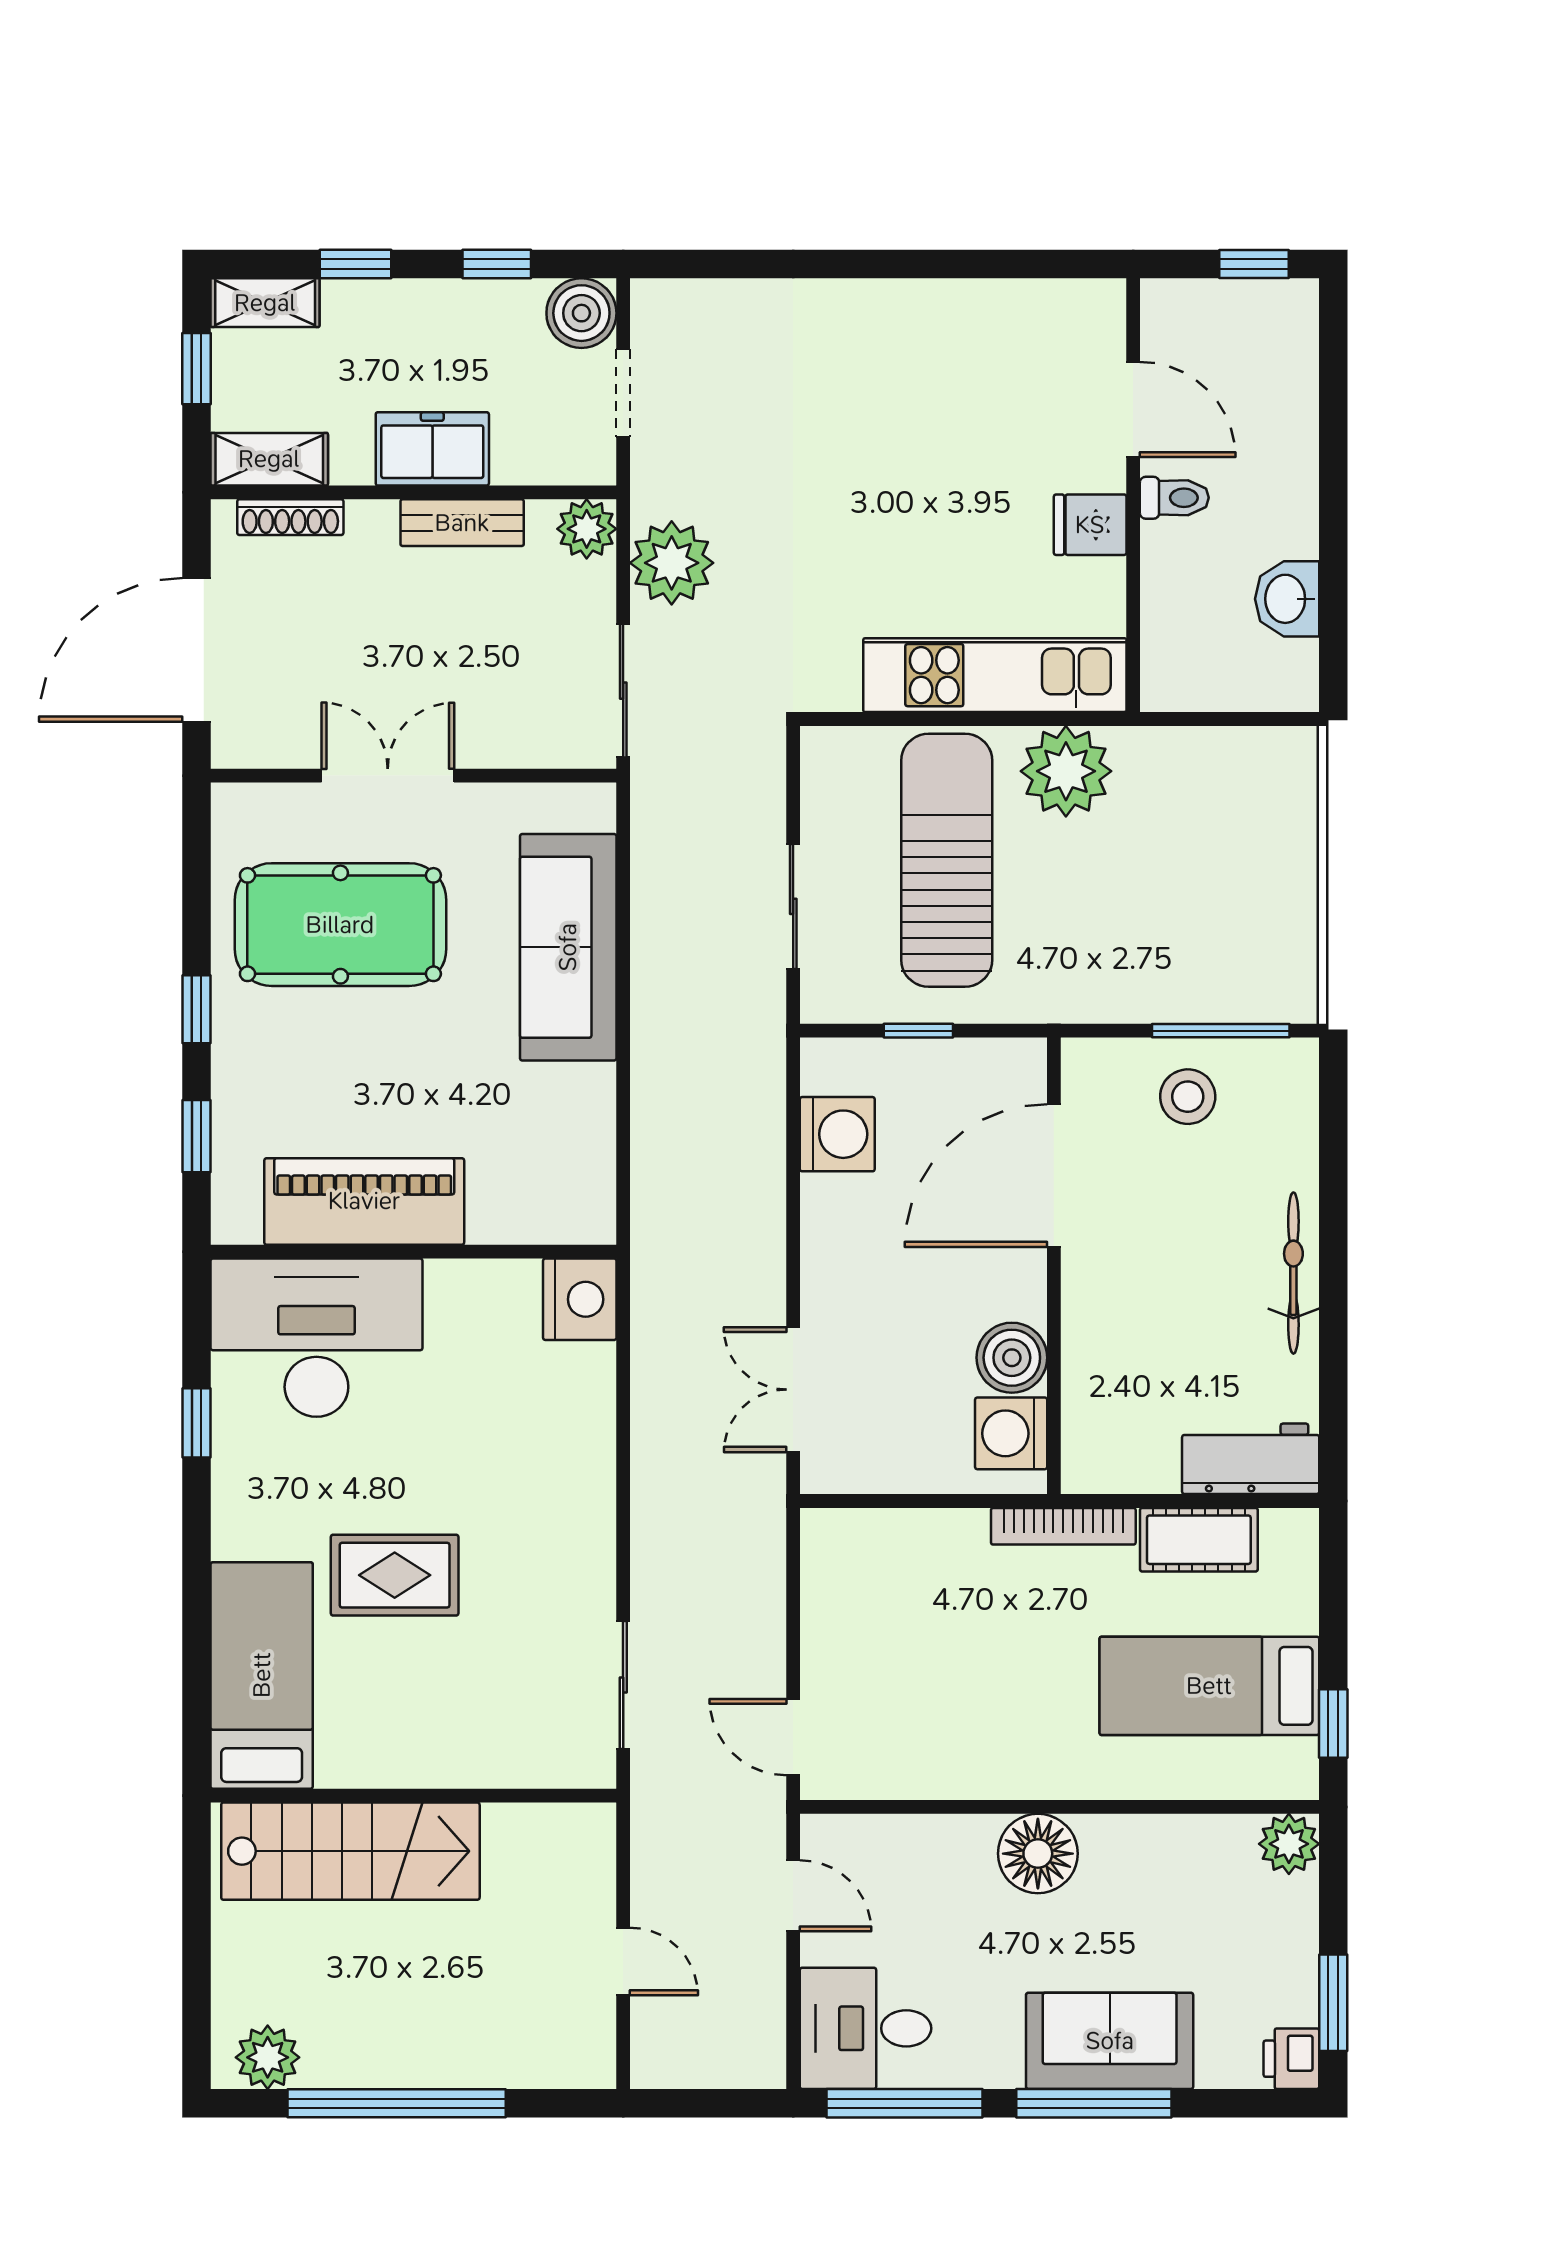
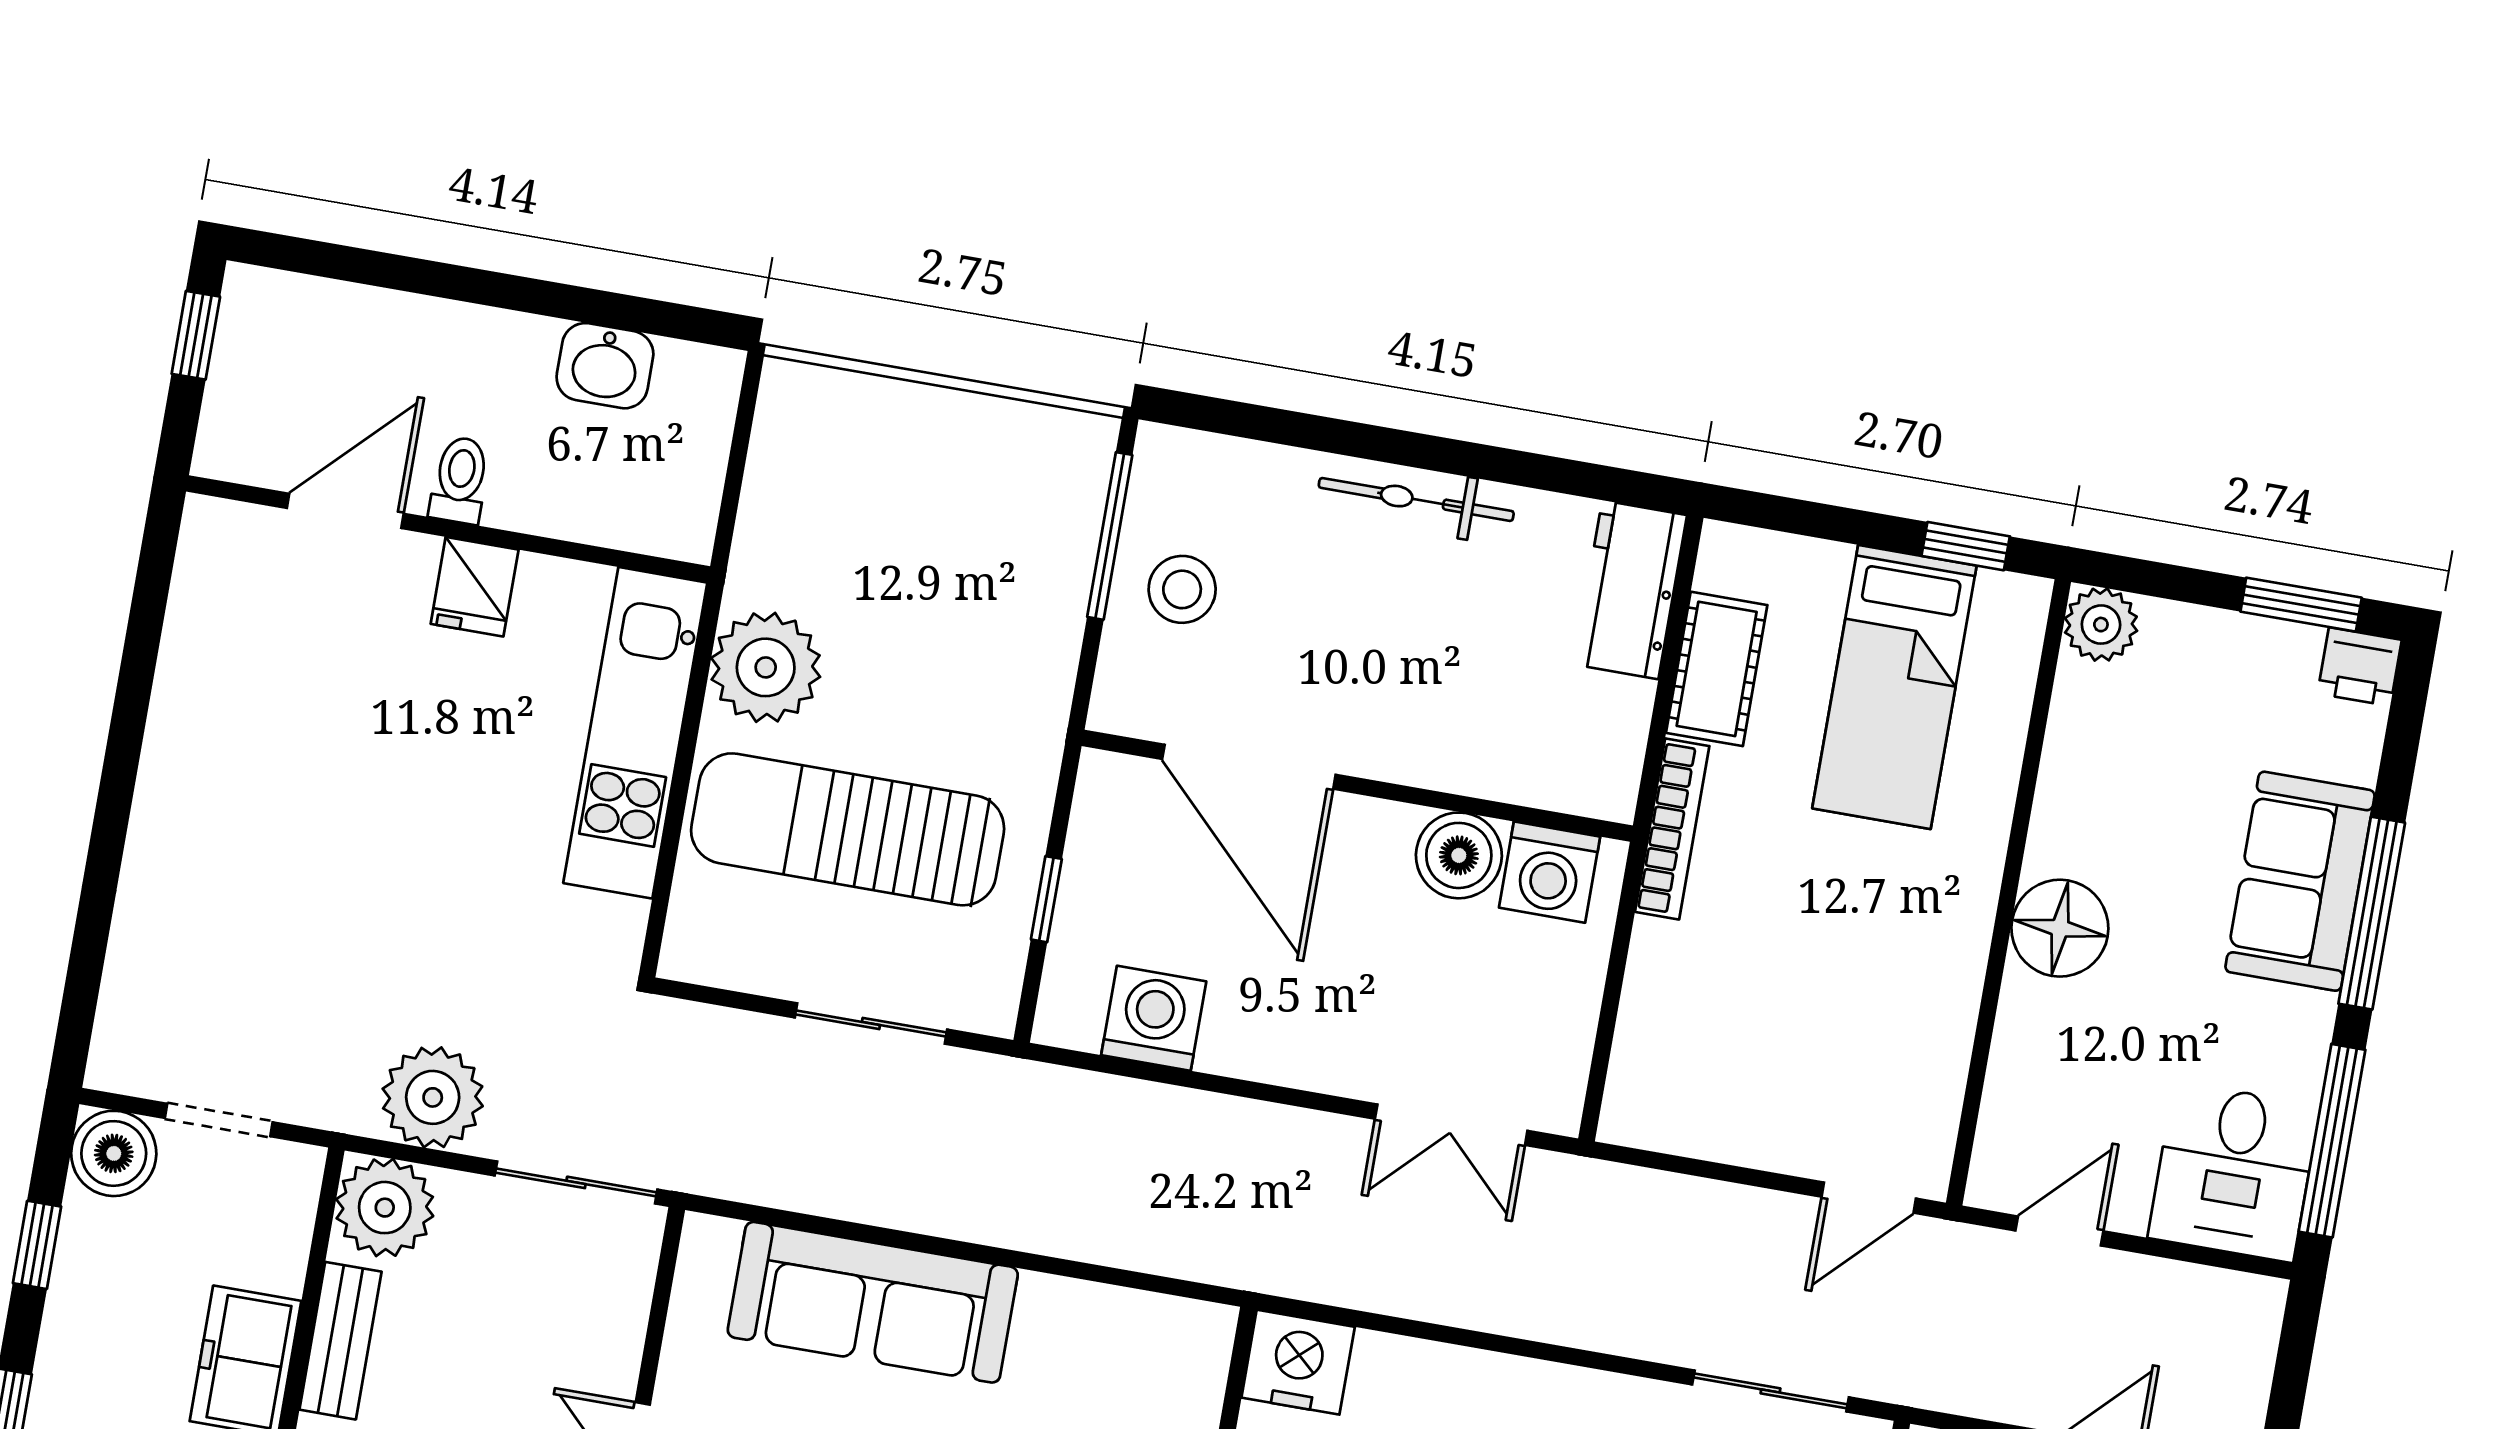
plant: (587, 529) -> (385, 1208), width x1.36, depth x1.36

